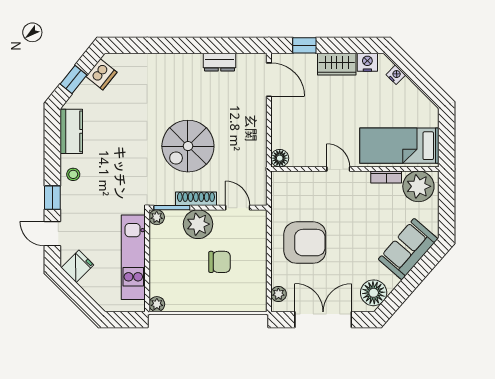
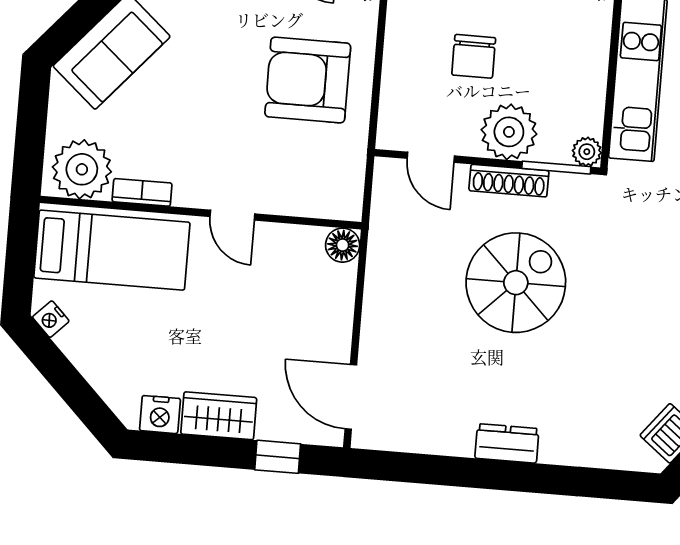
dresser: (219, 62) -> (507, 443), moved
nightstand: (396, 75) -> (51, 319), moved
chair: (220, 262) -> (474, 56), turned -90

